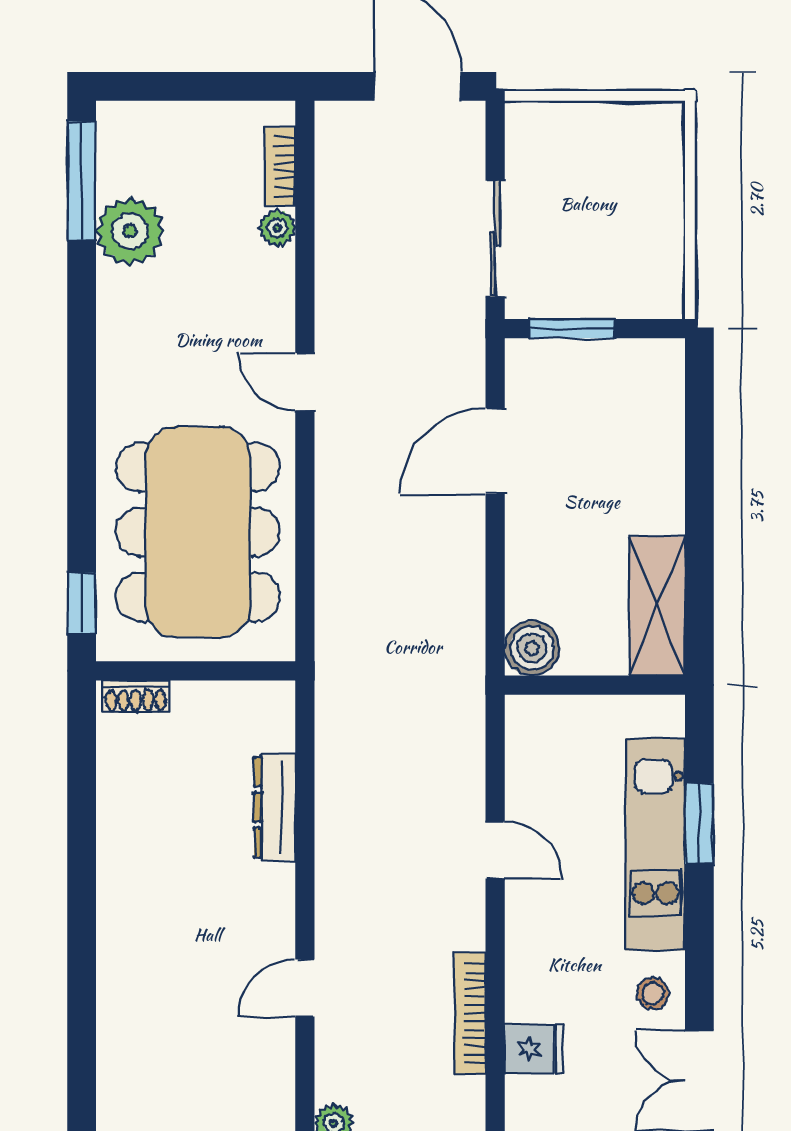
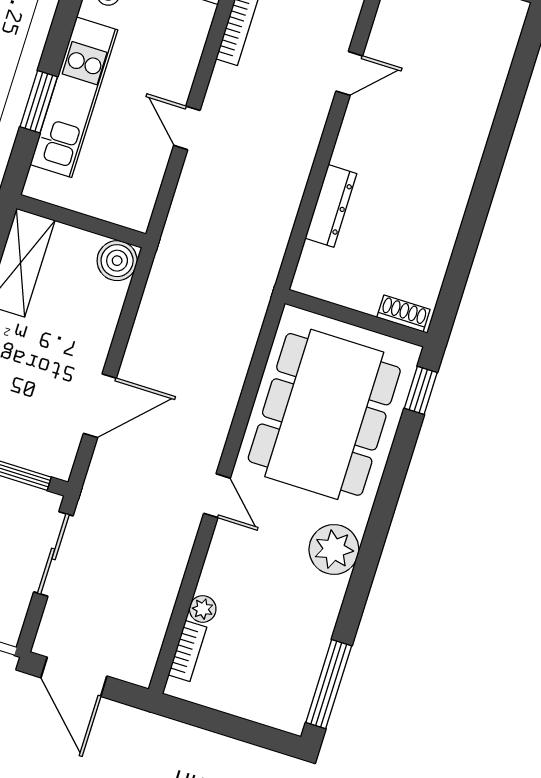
plant: (130, 231) -> (334, 549), moved

